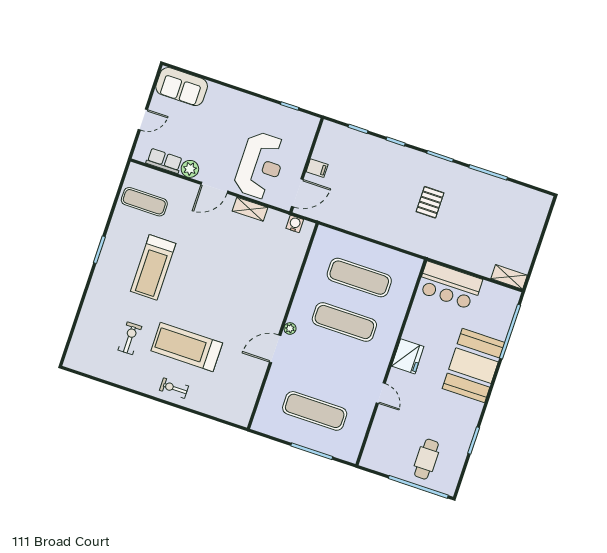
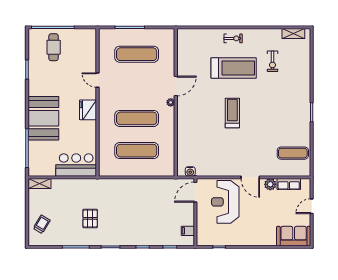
filing cabinet: (317, 168) -> (188, 231), moved
door: (214, 188) -> (250, 177), swing flipped
pallet: (430, 202) -> (90, 218), moved
shelving: (250, 209) -> (293, 34), moved
trolley: (525, 220) -> (42, 224), added
treadmill: (153, 267) -> (232, 113), moved, width x0.73, depth x0.73

